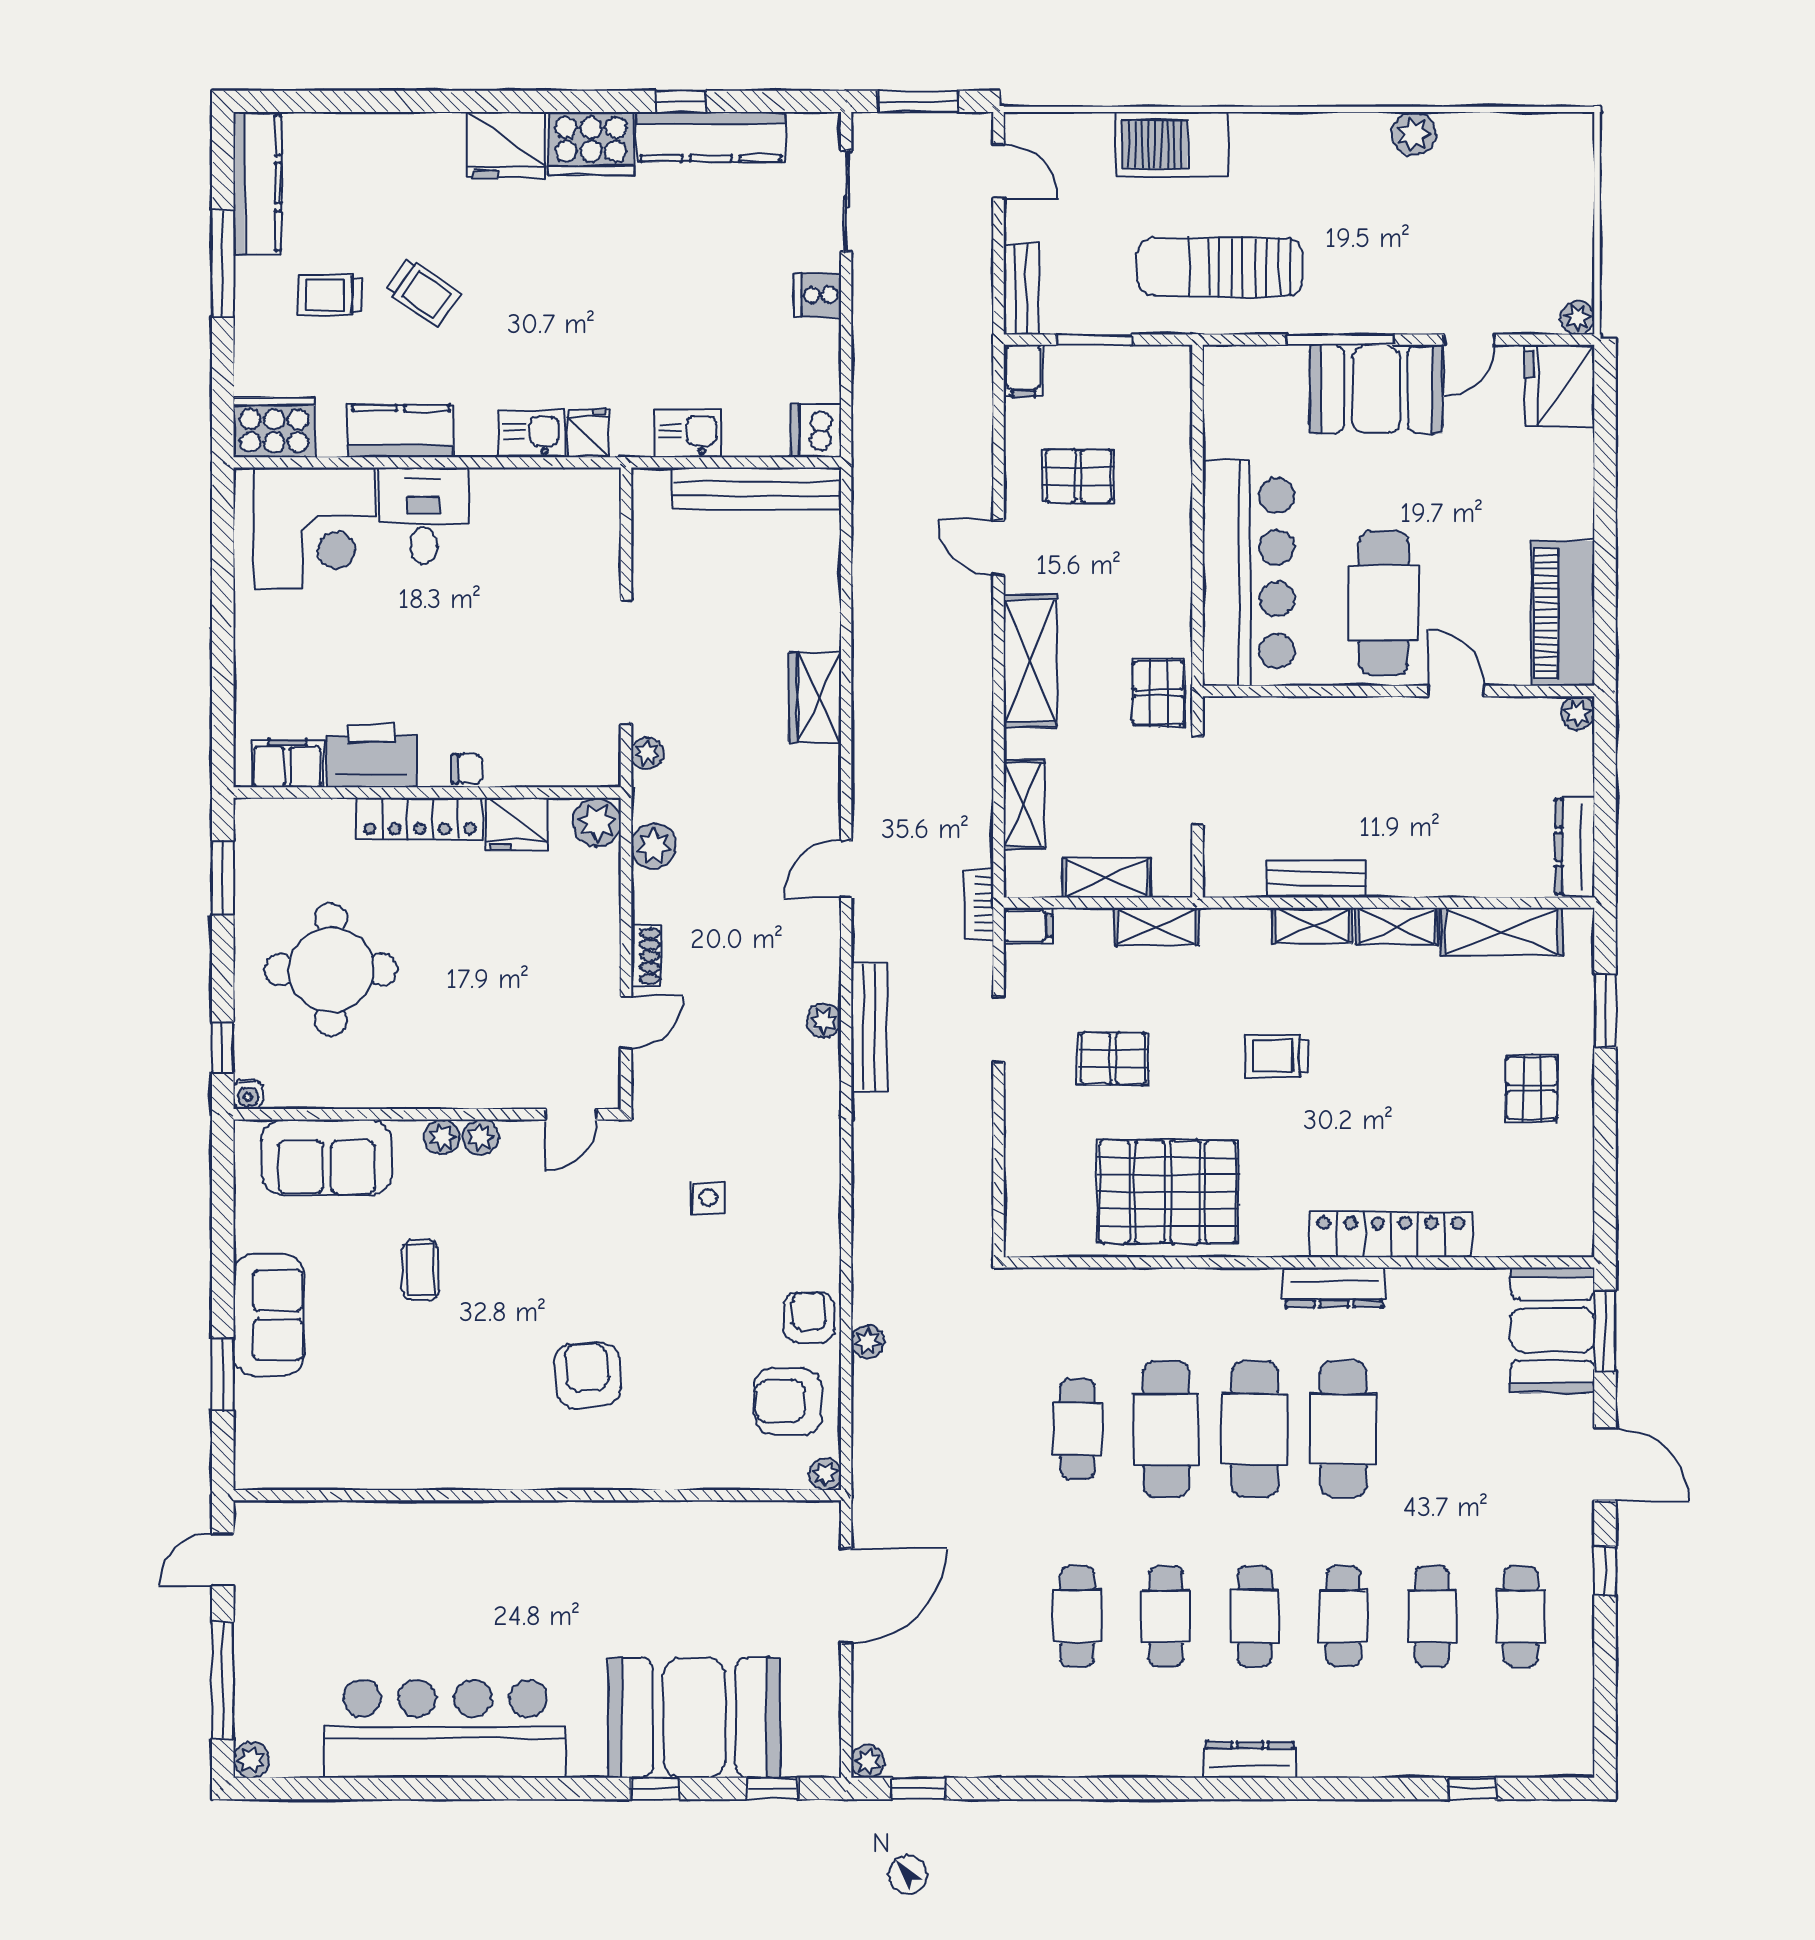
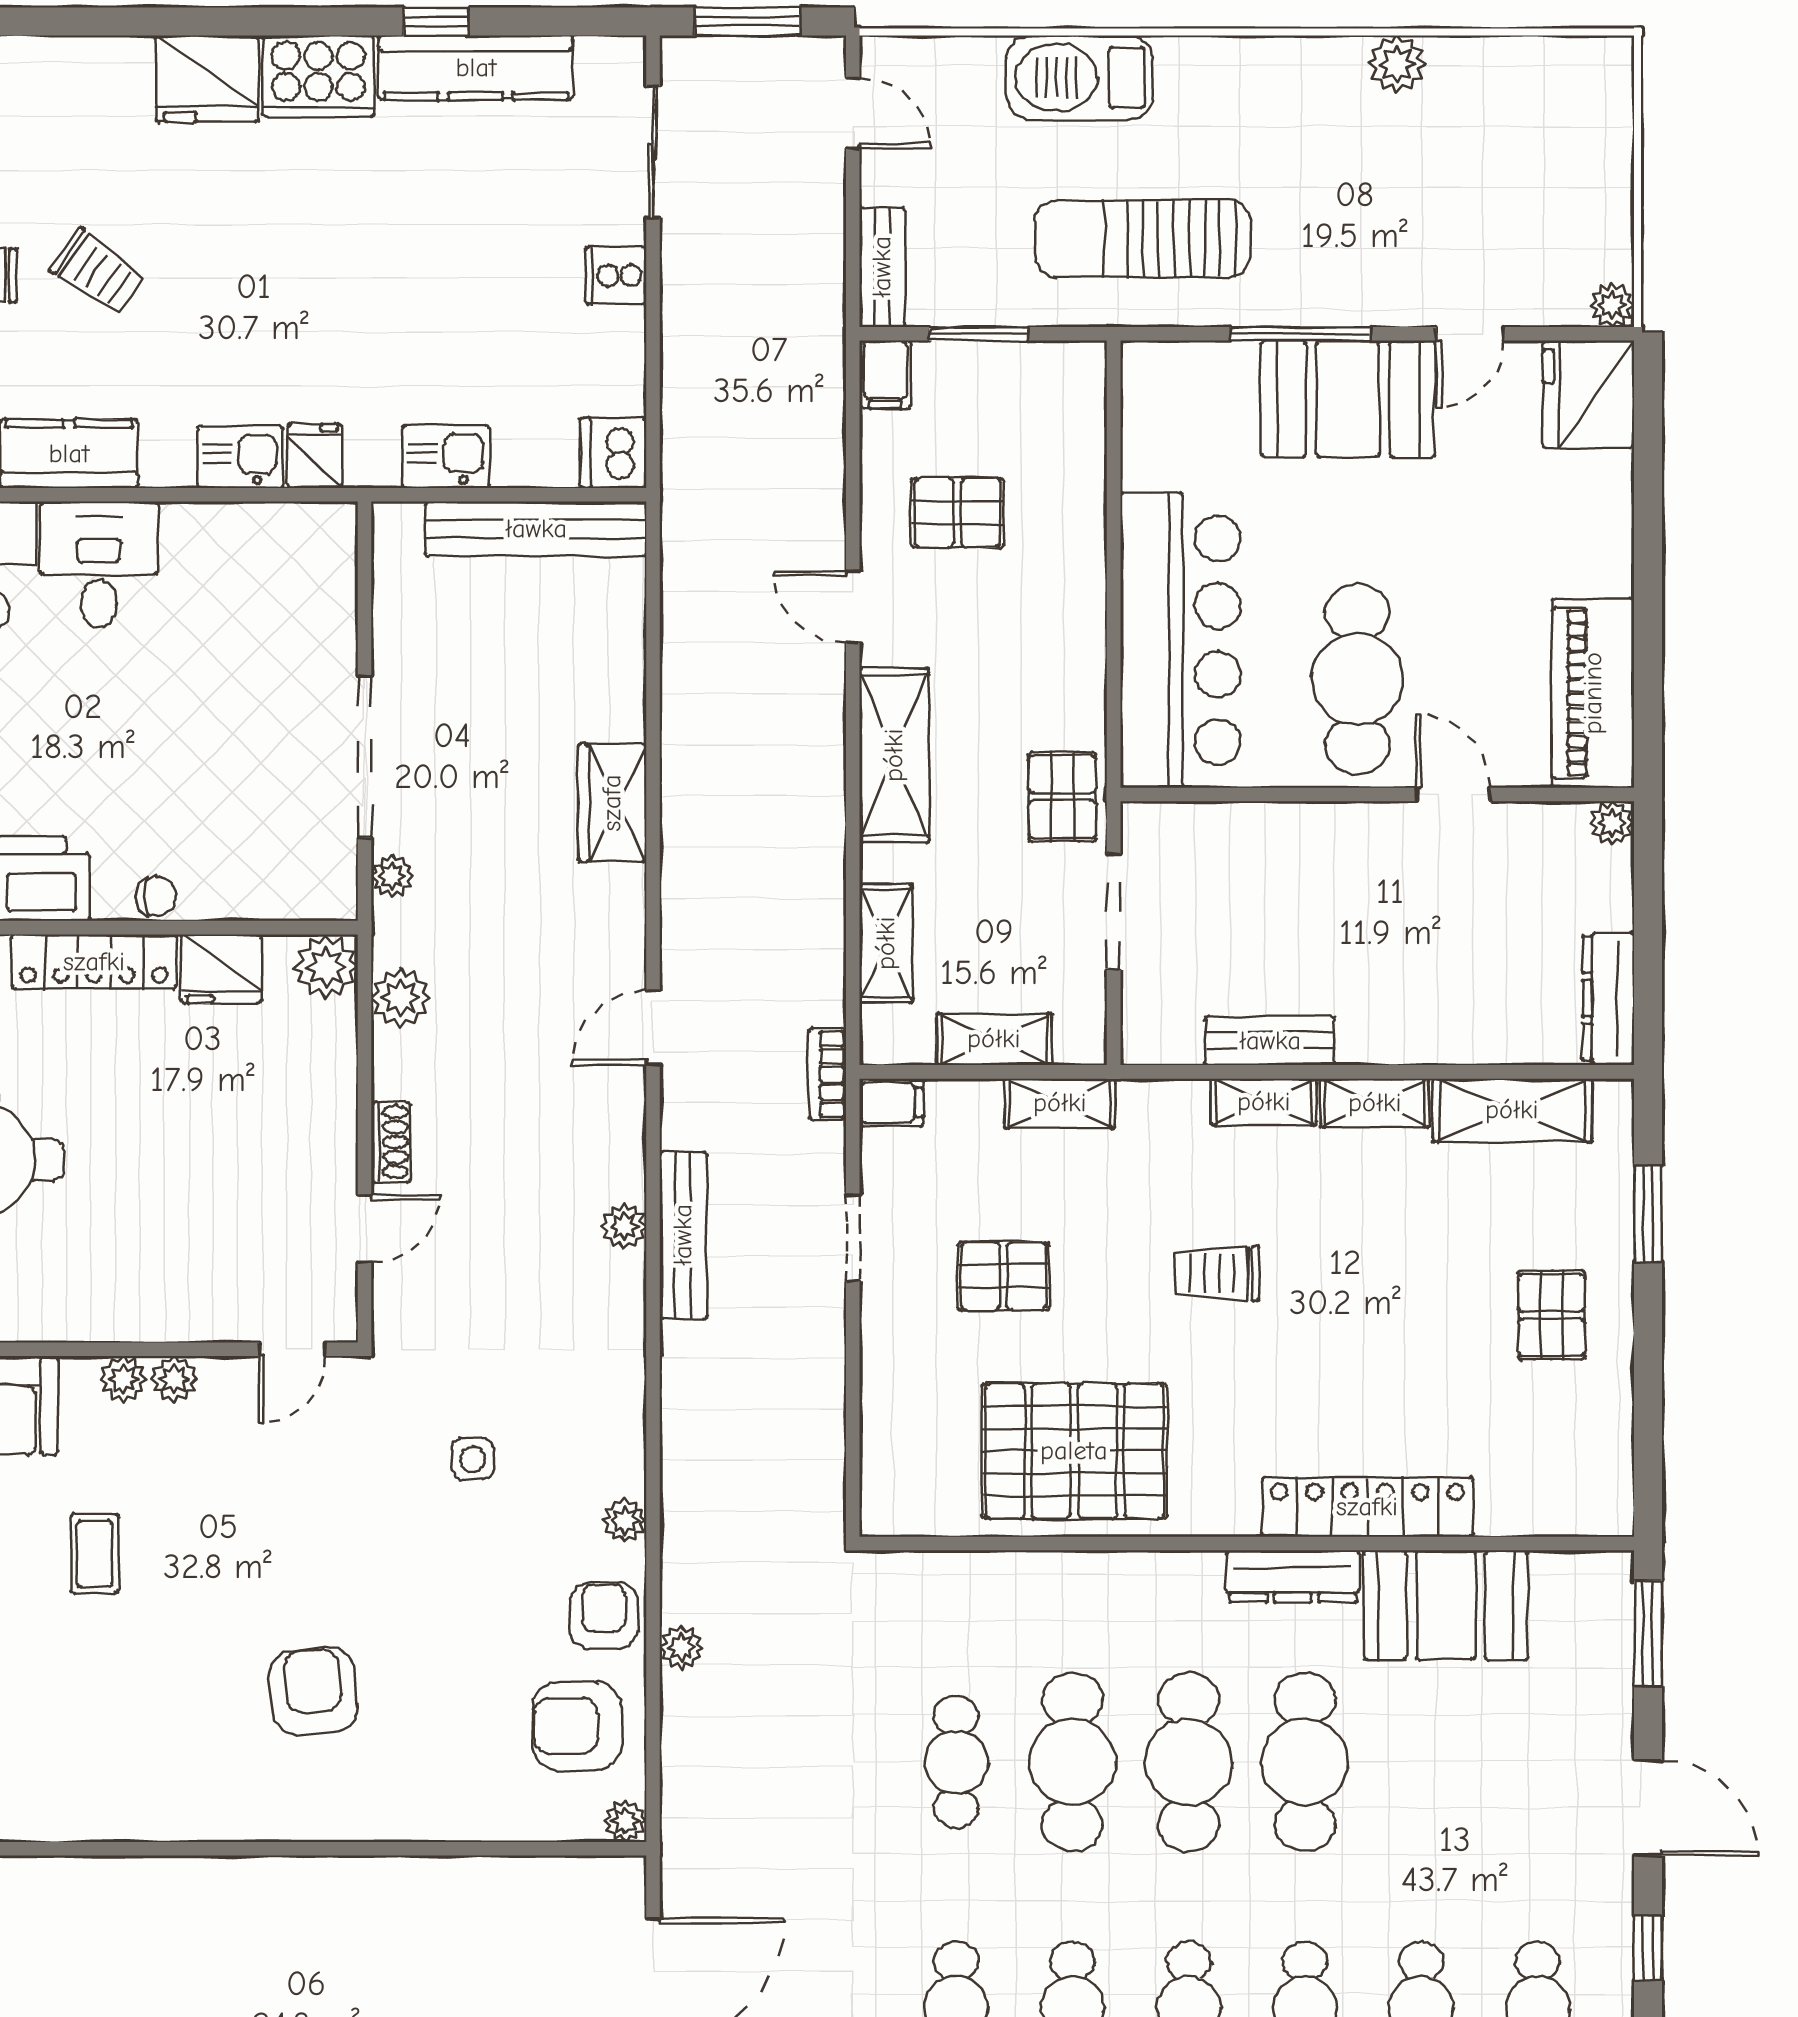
plant: (825, 1245) -> (625, 1520), added
booth: (1552, 1330) -> (1446, 1605), moved, turned 90

